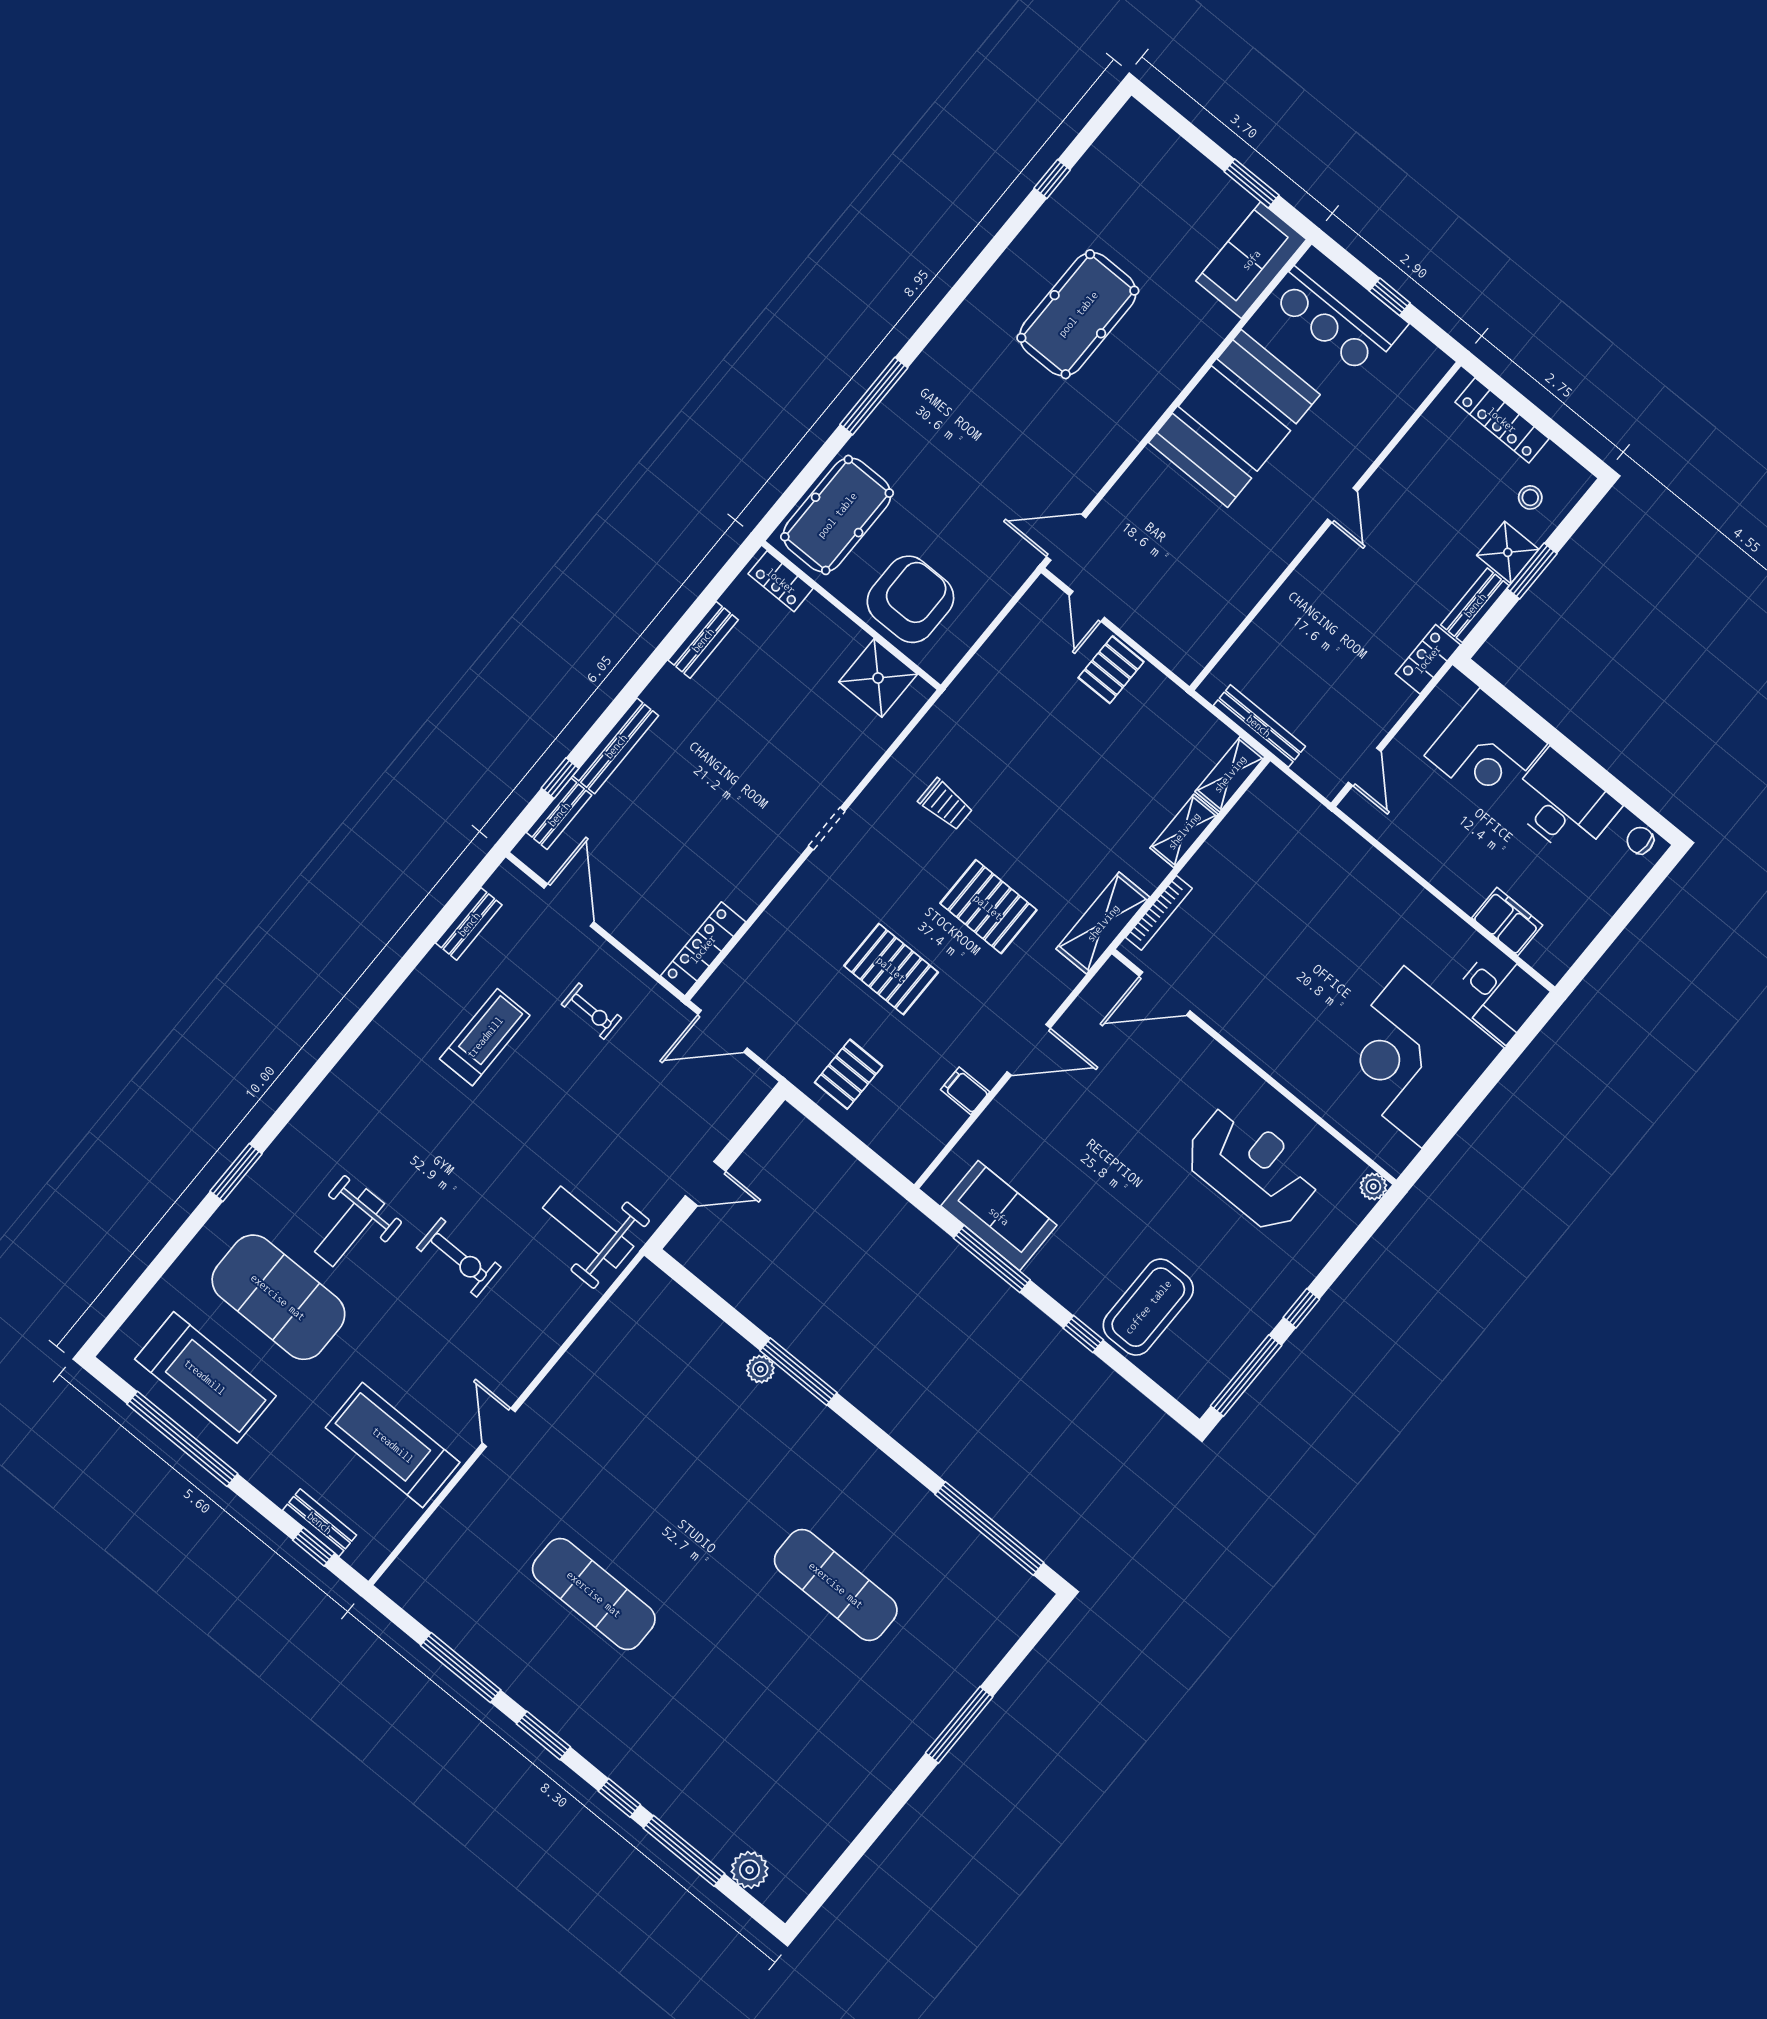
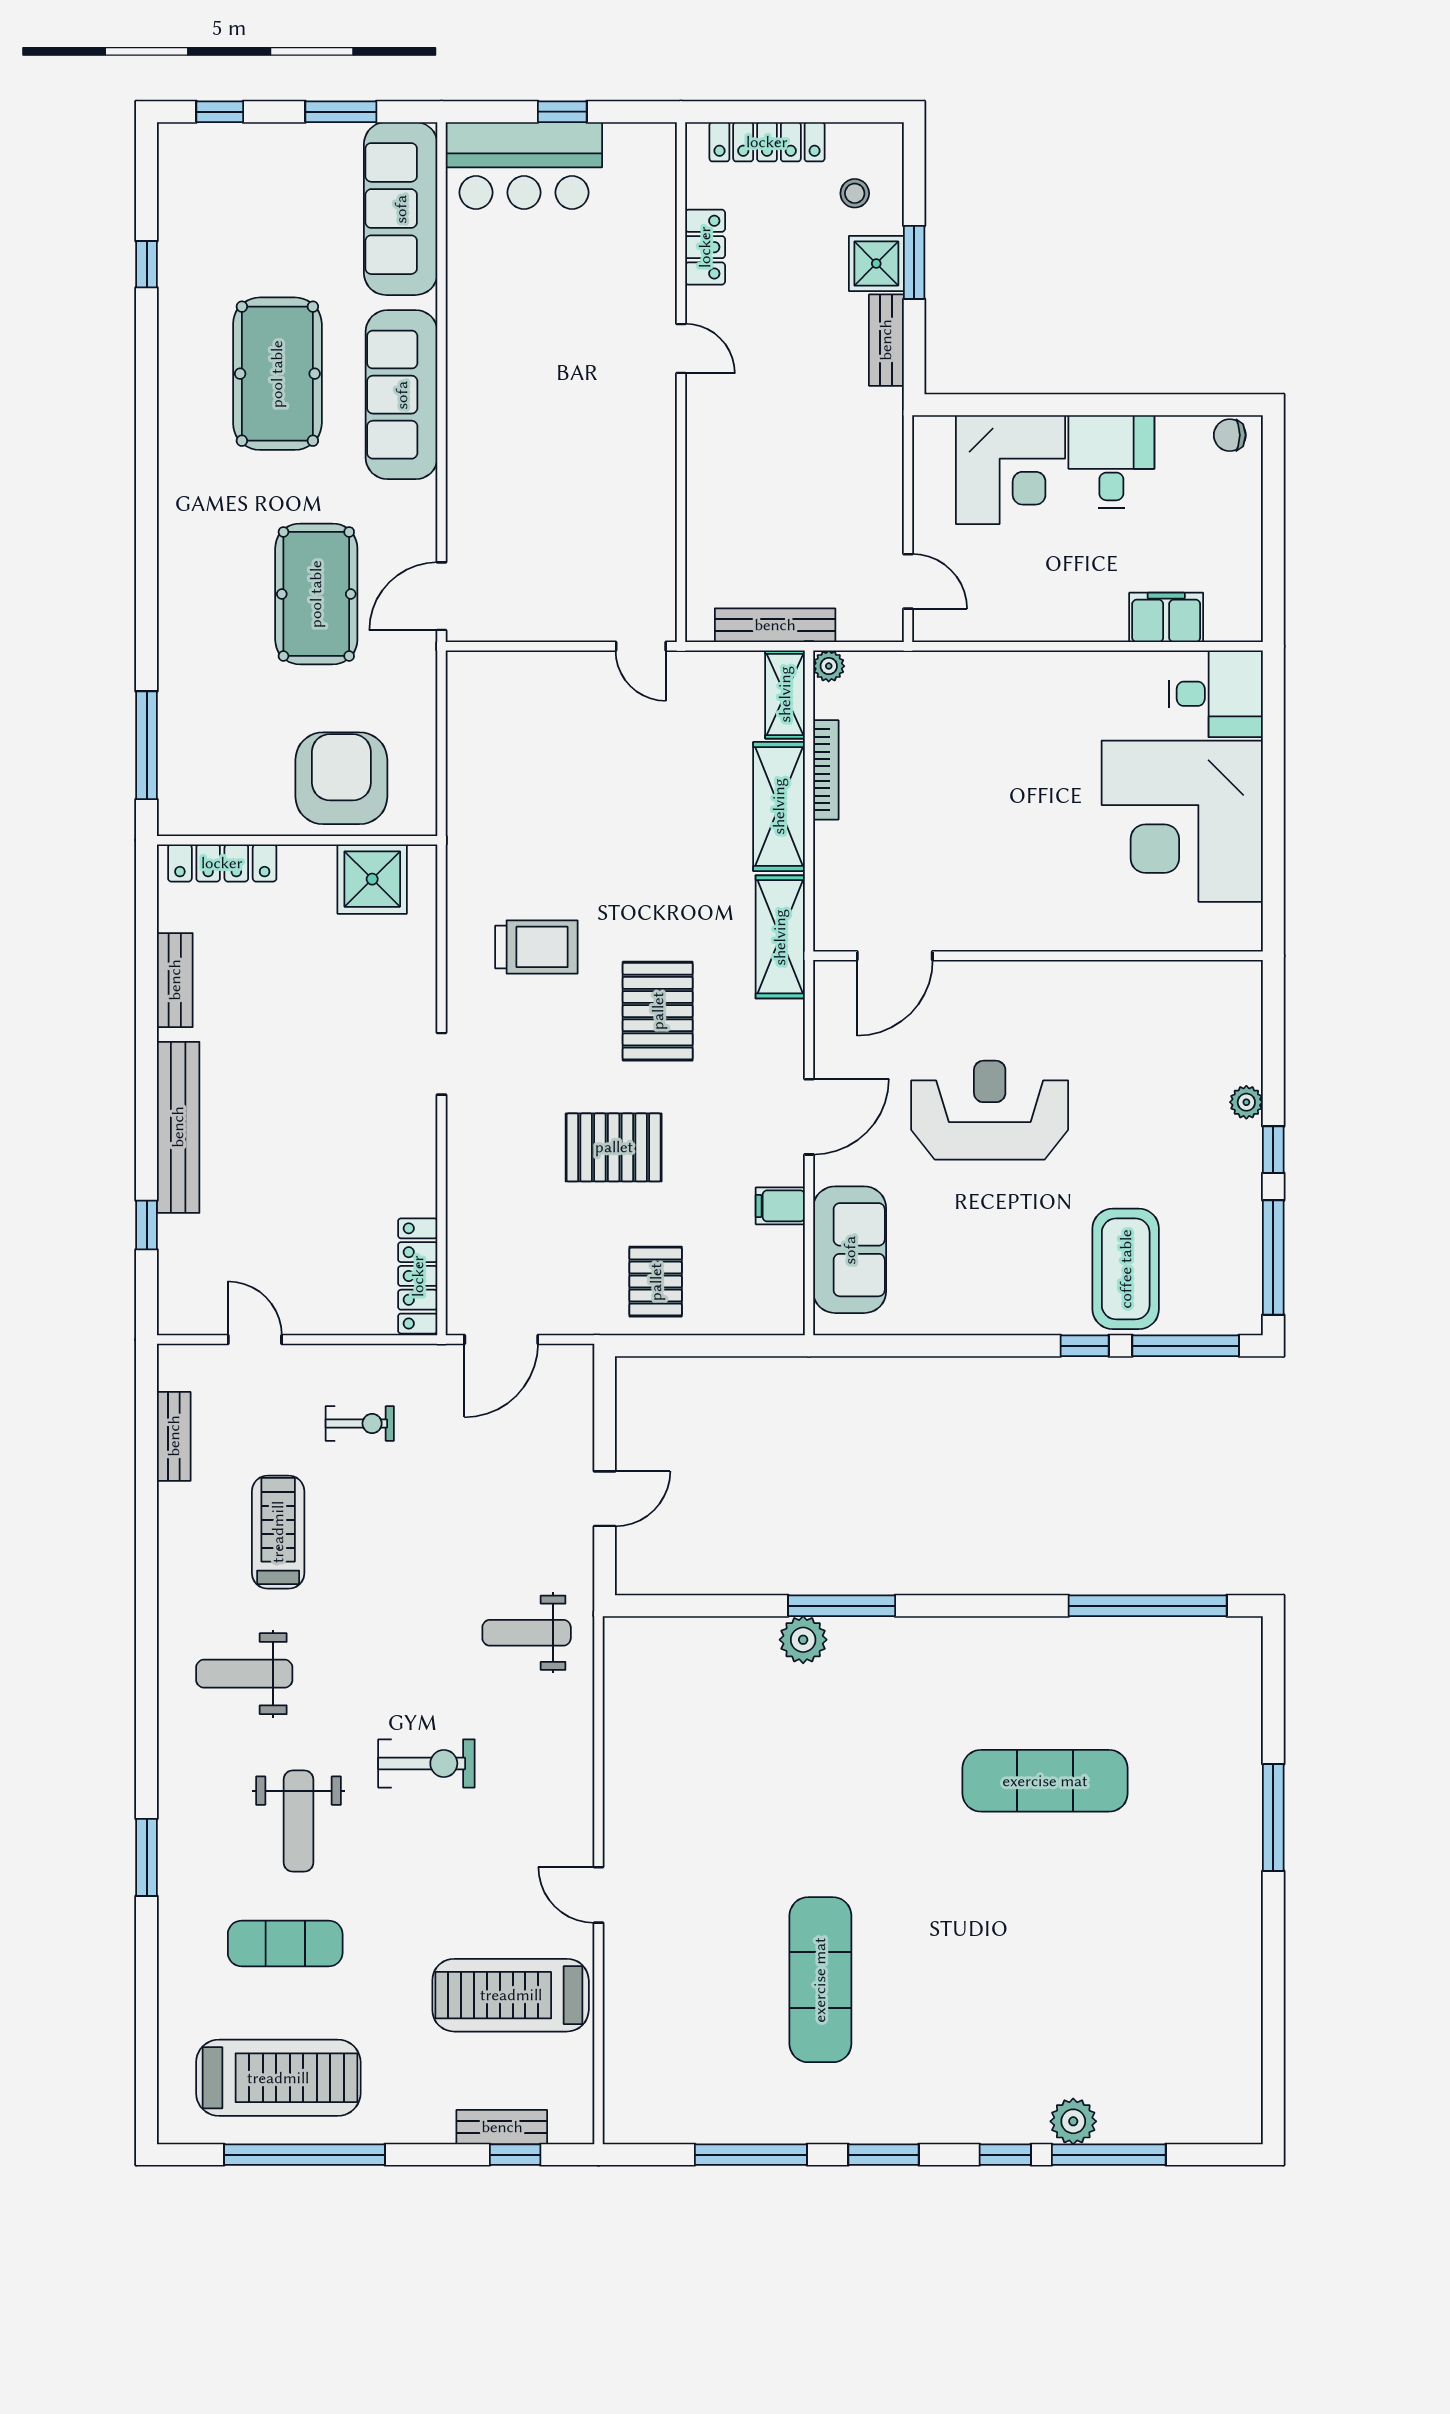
window: (1176, 121) -> (220, 112), added
sofa: (1251, 260) -> (401, 209), width x1.36
sofa: (1145, 391) -> (402, 395), added
window: (874, 396) -> (147, 745), moved
booth: (1234, 418) -> (509, 350), removed
pool table: (837, 515) -> (316, 594), moved
locker: (781, 581) -> (222, 863), width x1.53
door: (1087, 606) -> (641, 646), moved
locker: (1428, 659) -> (705, 247), moved, turned 180
pallet: (1111, 670) -> (589, 688), removed
bench: (616, 746) -> (178, 1127), width x1.37, depth x1.21
plant: (1272, 779) -> (829, 666), added
trolley: (946, 804) -> (536, 947), width x1.36, depth x1.39
desk: (1563, 804) -> (1111, 461), width x0.73
bench: (559, 814) -> (174, 1260), removed
shelving: (1184, 831) -> (779, 806), width x1.50, depth x1.33
door: (569, 905) -> (255, 1340), width x0.73
pallet: (988, 907) -> (658, 1011), turned 90
bookcase: (1159, 913) -> (826, 770), moved
weight bench: (391, 1108) -> (244, 1674), added
reception desk: (1252, 1168) -> (990, 1110), moved
plant: (1373, 1187) -> (1246, 1102), moved
sofa: (999, 1216) -> (850, 1250), moved, turned 90
weight bench: (588, 1227) -> (527, 1633), width x0.73, depth x0.75
window: (992, 1259) -> (1186, 1346), moved
exercise mat: (278, 1297) -> (285, 1943), width x0.50, depth x0.69
plant: (760, 1369) -> (803, 1640), width x1.38, depth x1.38
exercise mat: (594, 1594) -> (820, 1980), turned 90
plant: (750, 1870) -> (1073, 2121), moved

